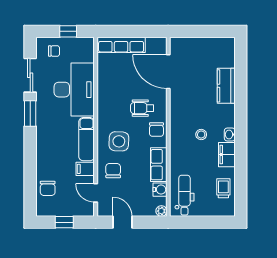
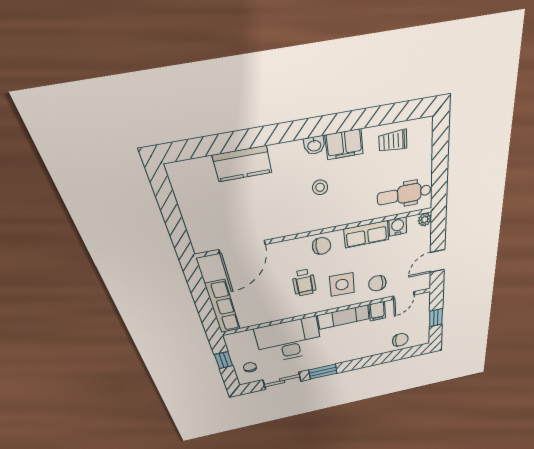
wheelchair: (142, 108) -> (304, 283), moved

